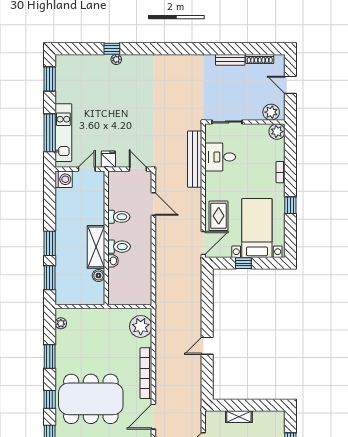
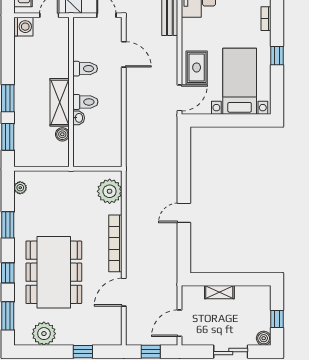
window: (243, 263) -> (224, 120), removed
dining table: (91, 399) -> (54, 272), turned 90

